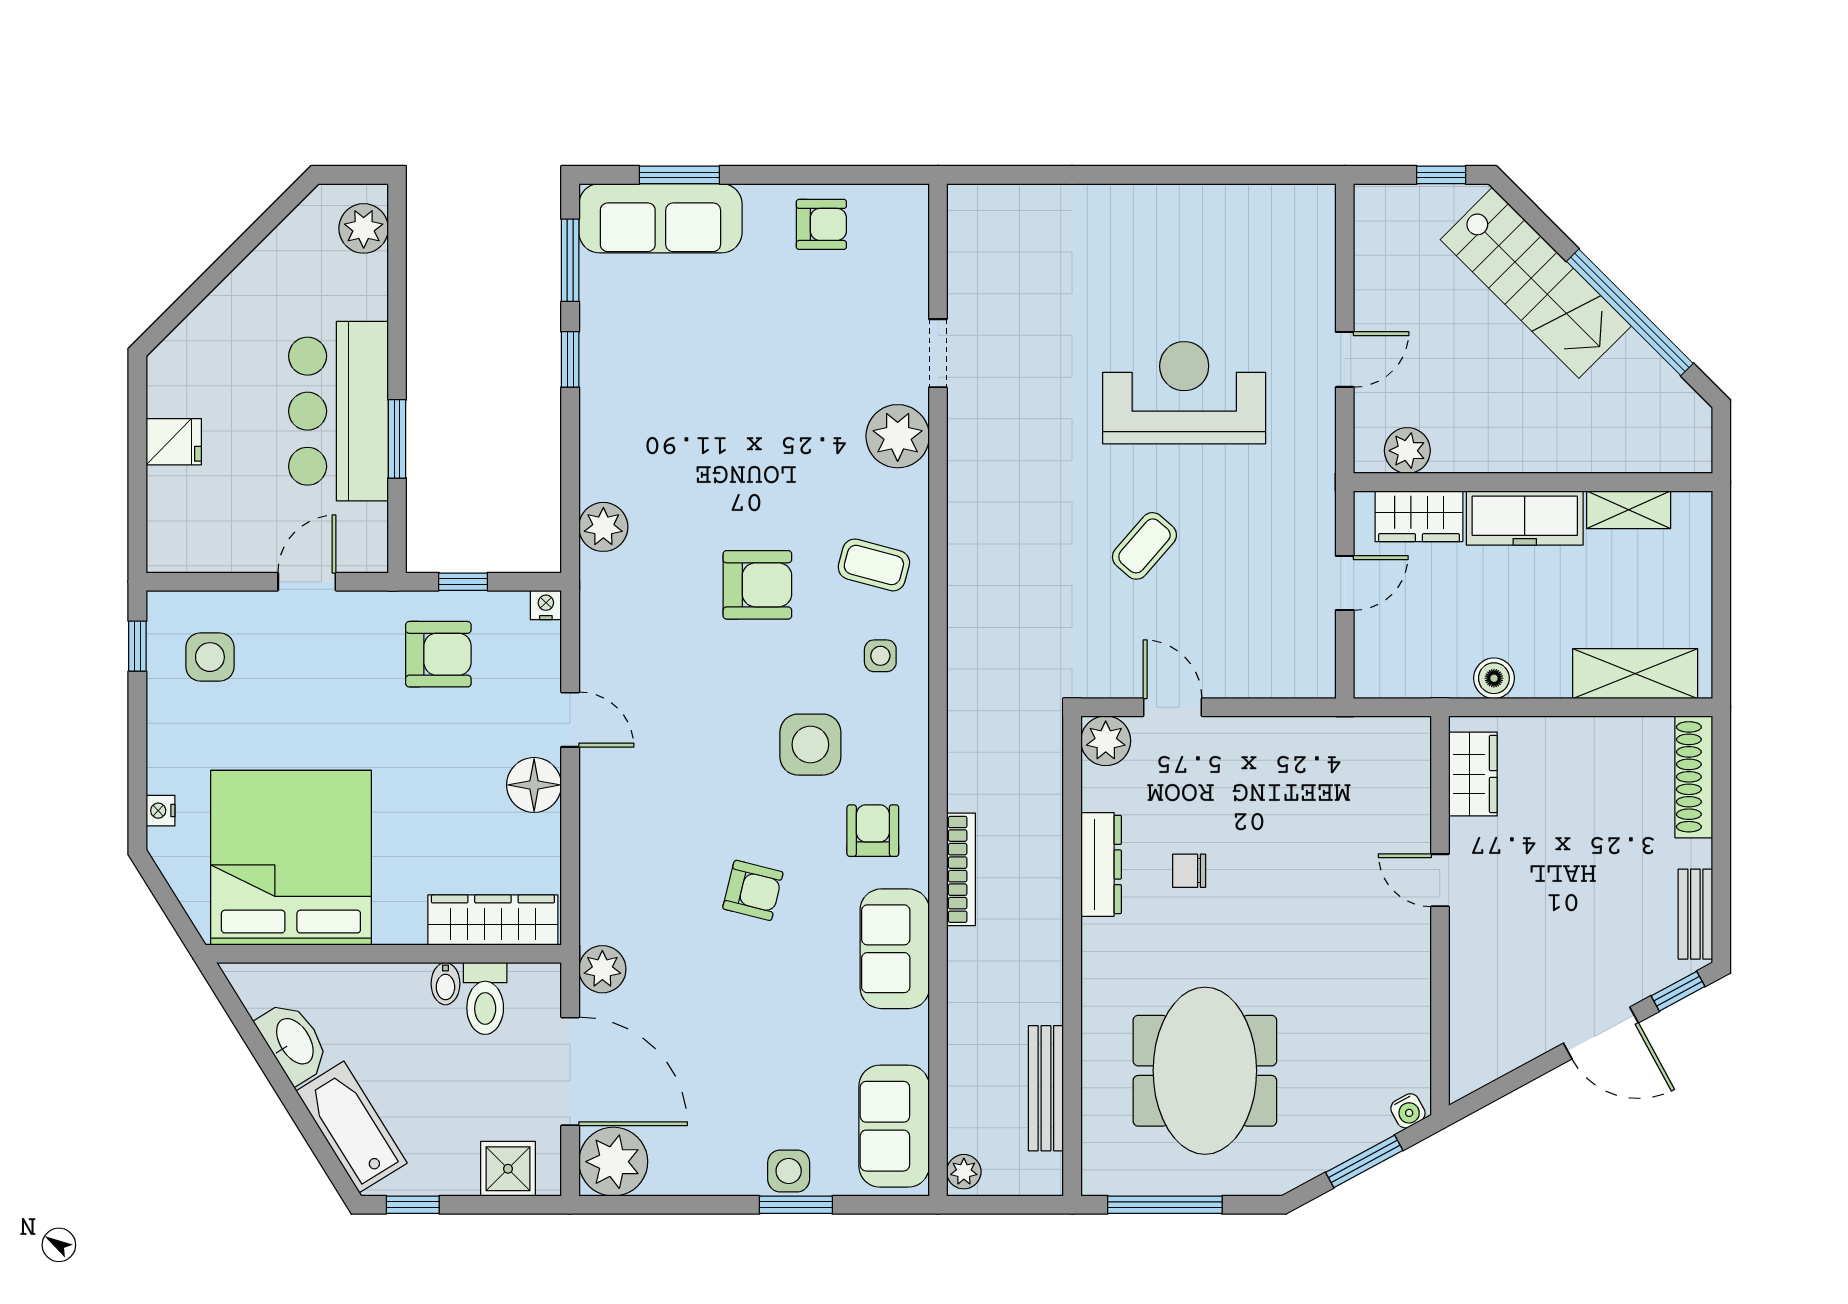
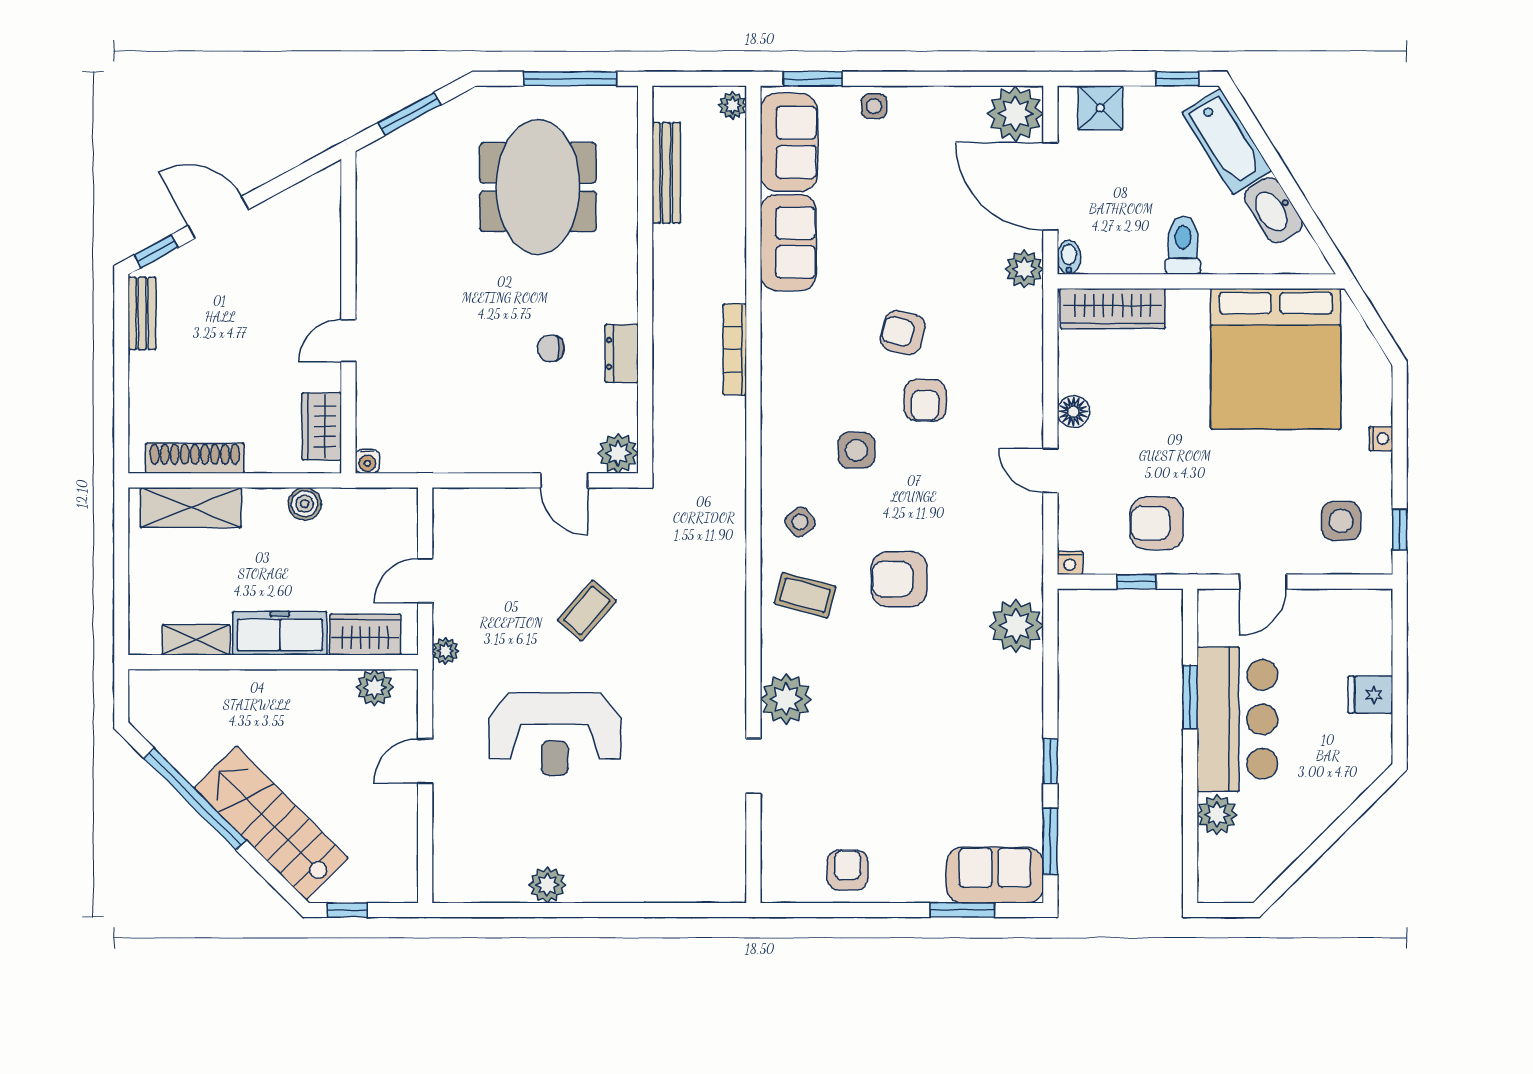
plant: (1193, 206) -> (547, 885), added
sofa: (660, 218) -> (995, 875), width x0.73
armchair: (821, 224) -> (848, 870), turned 90
plant: (364, 228) -> (1217, 815), moved
plant: (1319, 496) -> (446, 651), added
plant: (603, 527) -> (1016, 626), width x1.36, depth x1.36
side table: (880, 656) -> (800, 522), turned -37
side table: (810, 745) -> (856, 450), width x0.73, depth x0.73
shoe rack: (1694, 777) -> (195, 458), moved, turned -90
floor lamp: (534, 785) -> (1073, 412), width x0.73, depth x0.73
nightstand: (160, 811) -> (1381, 439), moved
armchair: (873, 831) -> (925, 400), moved
dresser: (1101, 864) -> (622, 353), width x0.70
chair: (1189, 871) -> (551, 348), turned 180
door: (1440, 880) -> (348, 341), swing flipped
sofa: (895, 949) -> (788, 243), moved
bidet: (445, 984) -> (1069, 257), moved
toilet: (485, 998) -> (1183, 245), moved
water cooler: (1408, 1111) -> (367, 461), moved, turned -152
side table: (789, 1171) -> (874, 106), width x0.73, depth x0.73
window: (796, 1205) -> (813, 79), moved

